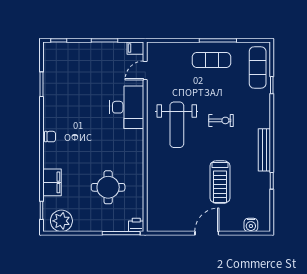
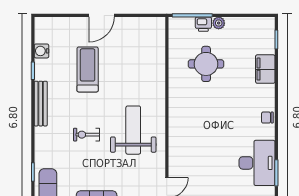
desk: (127, 107) -> (257, 163), moved, turned 180
plant: (61, 221) -> (219, 23), moved, width x0.53, depth x0.53
printer: (136, 225) -> (203, 24), moved
water cooler: (251, 225) -> (42, 51), moved, turned -90

